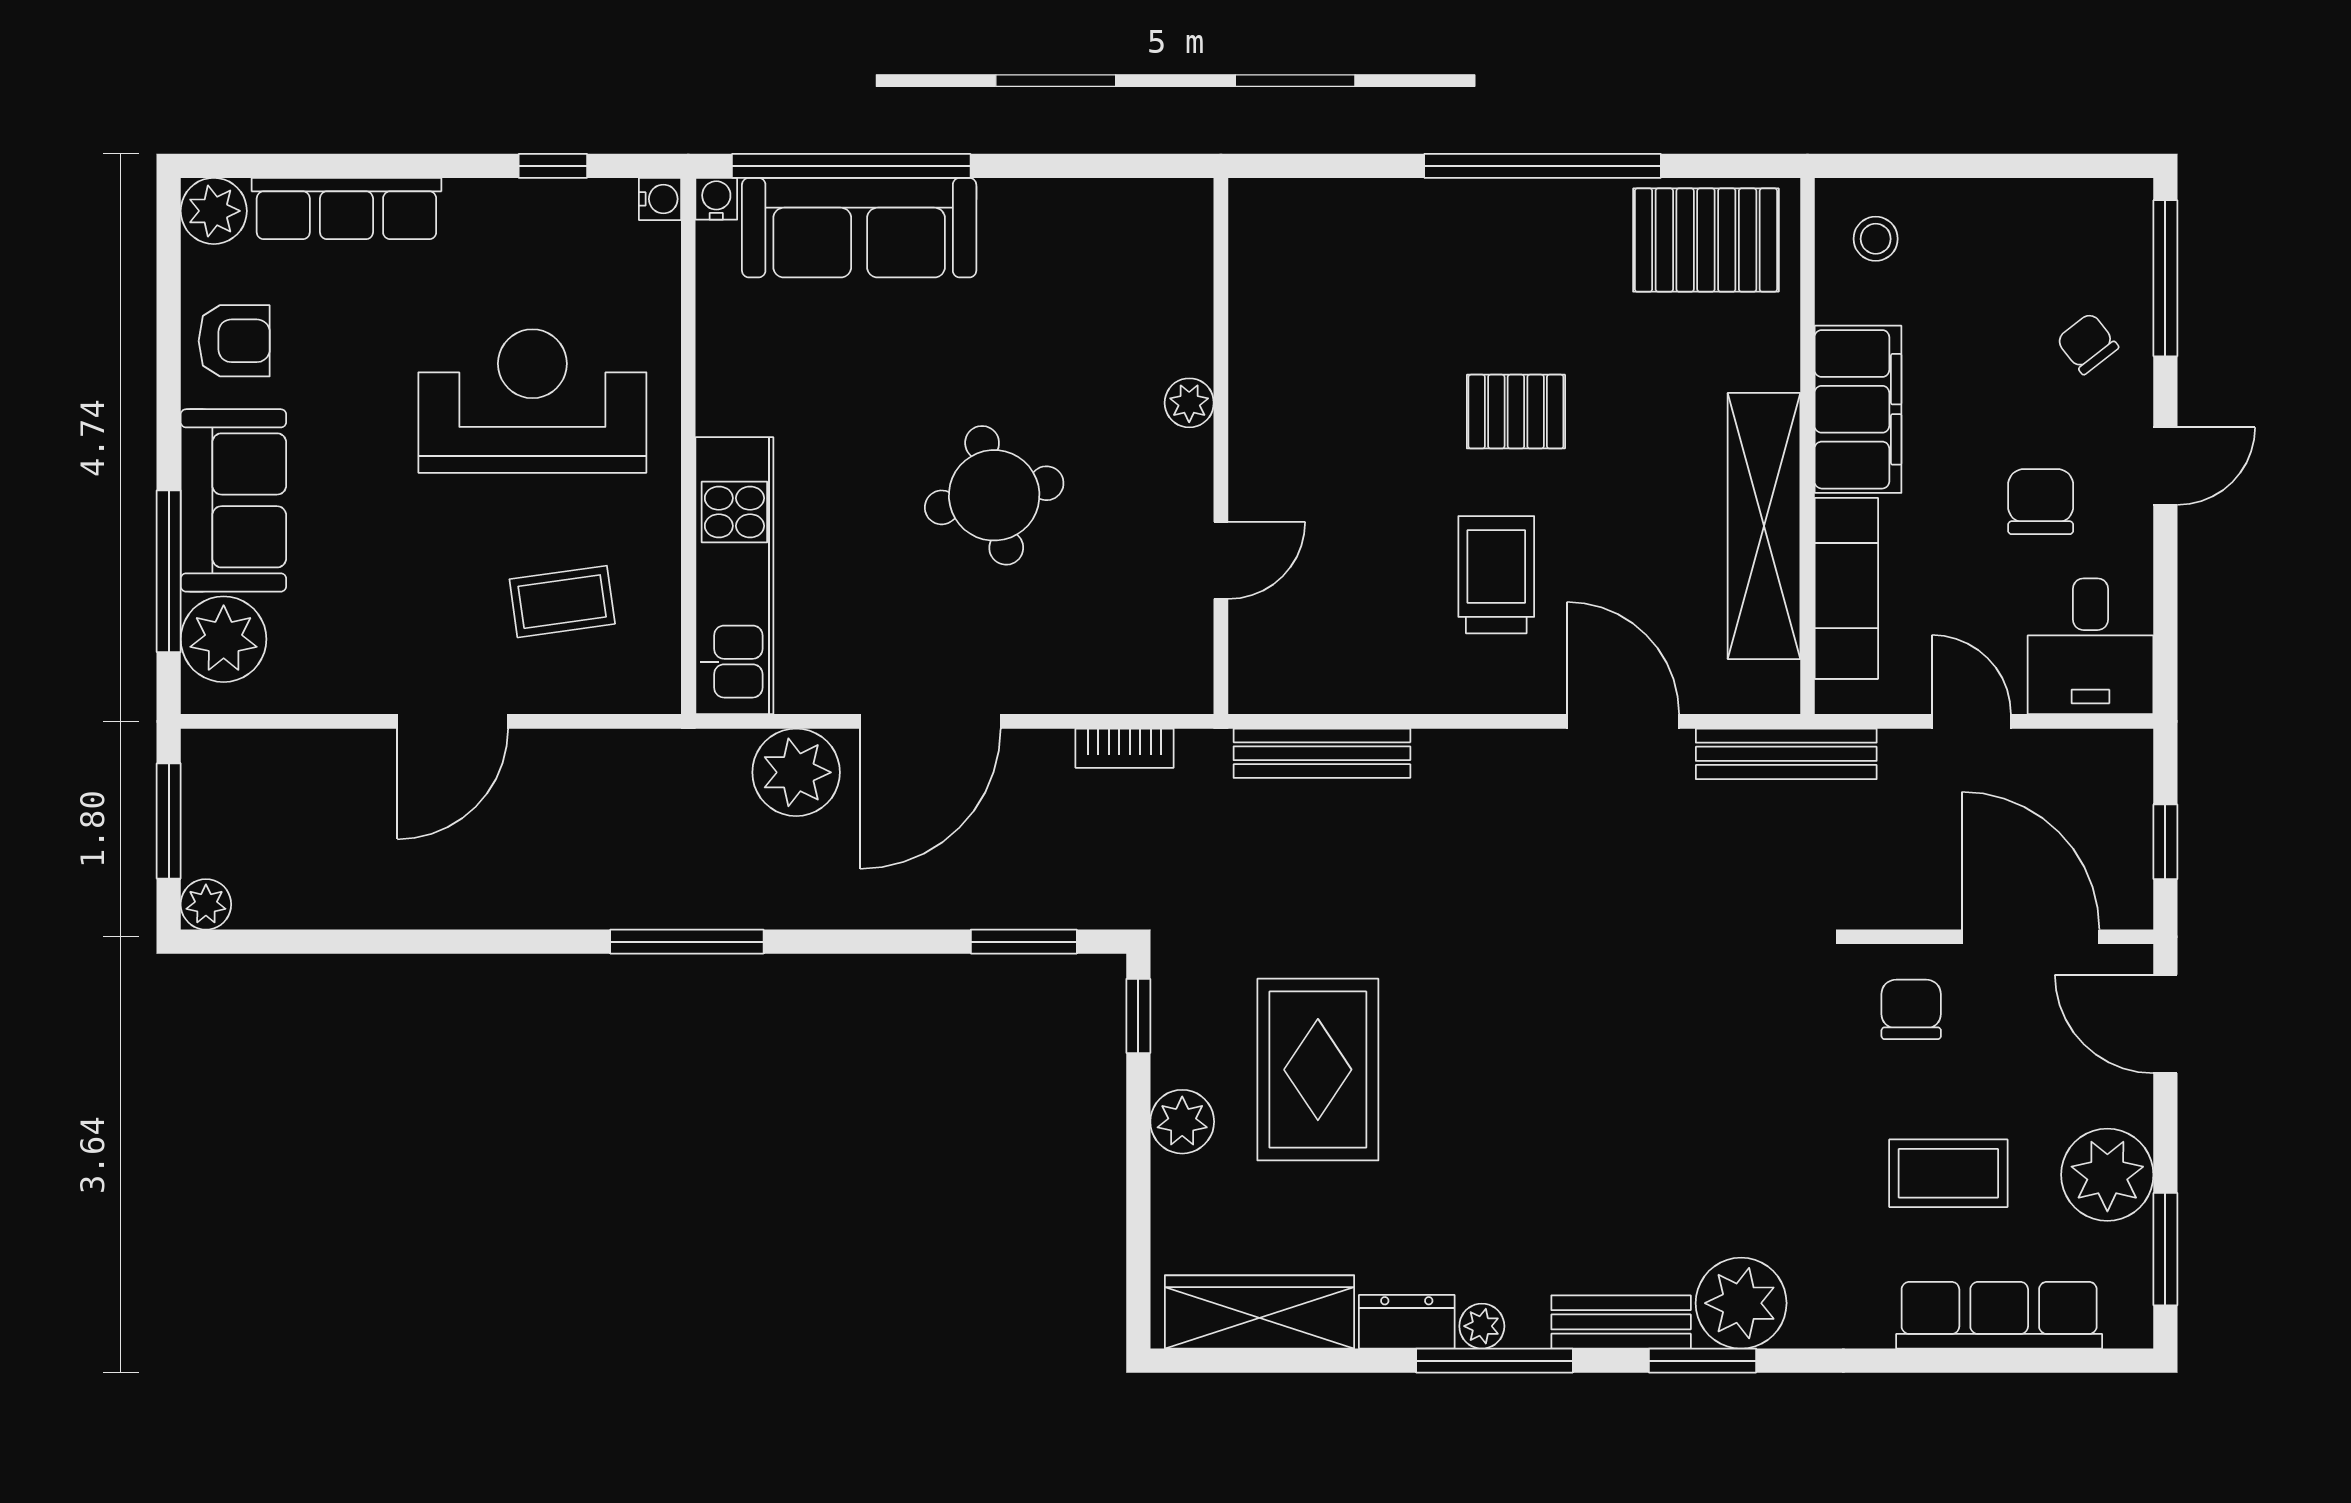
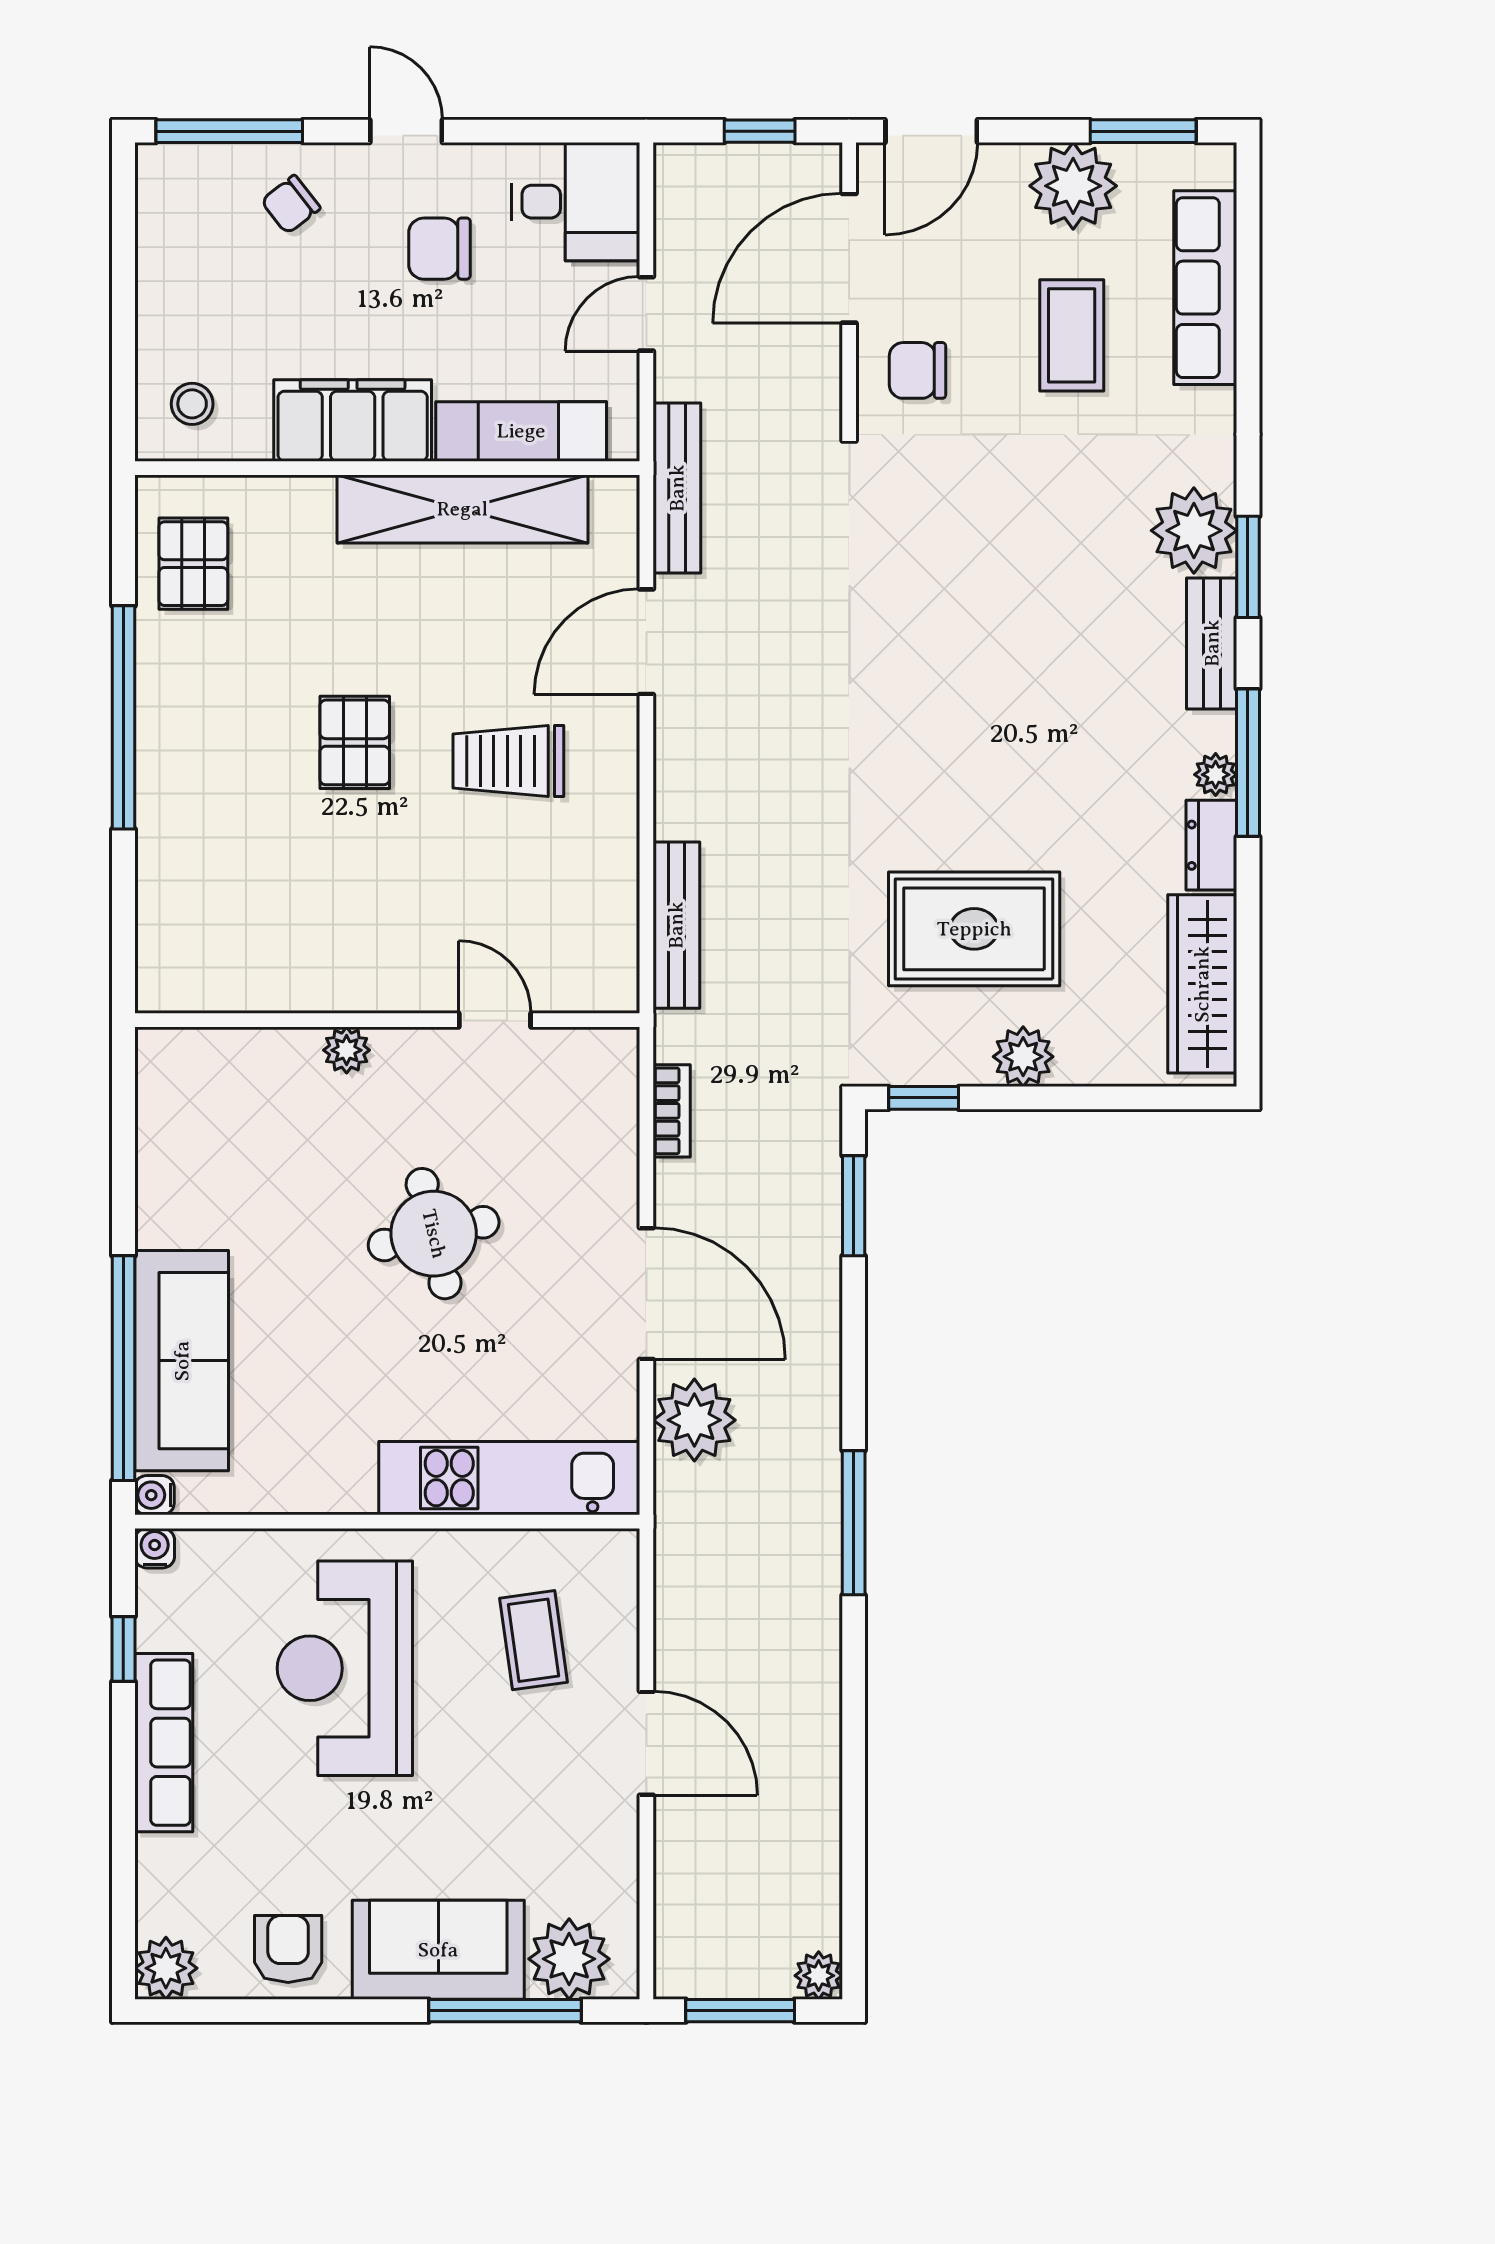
row of seats: (346, 209) -> (164, 1743), moved
pallet: (1706, 240) -> (193, 564), width x0.67, depth x0.71

